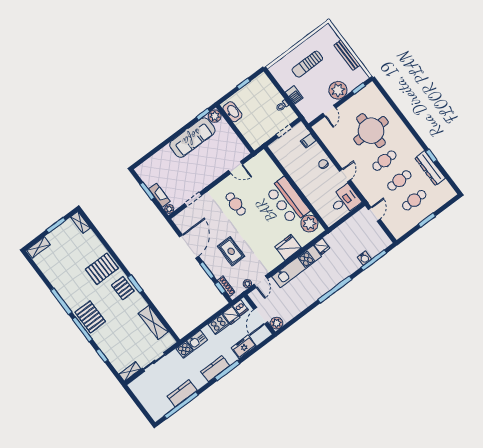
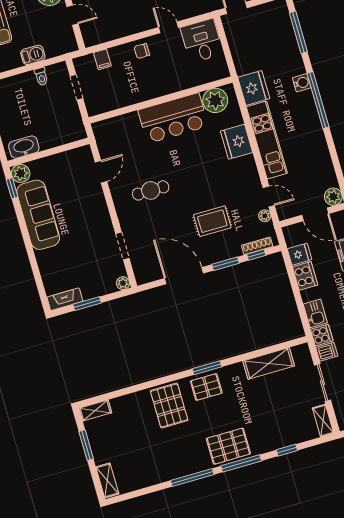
fireplace: (159, 195) -> (65, 299), moved
fridge: (322, 246) -> (254, 88), width x1.88, depth x1.34
water cooler: (364, 258) -> (302, 83), moved
dishwasher: (240, 308) -> (327, 352), moved

